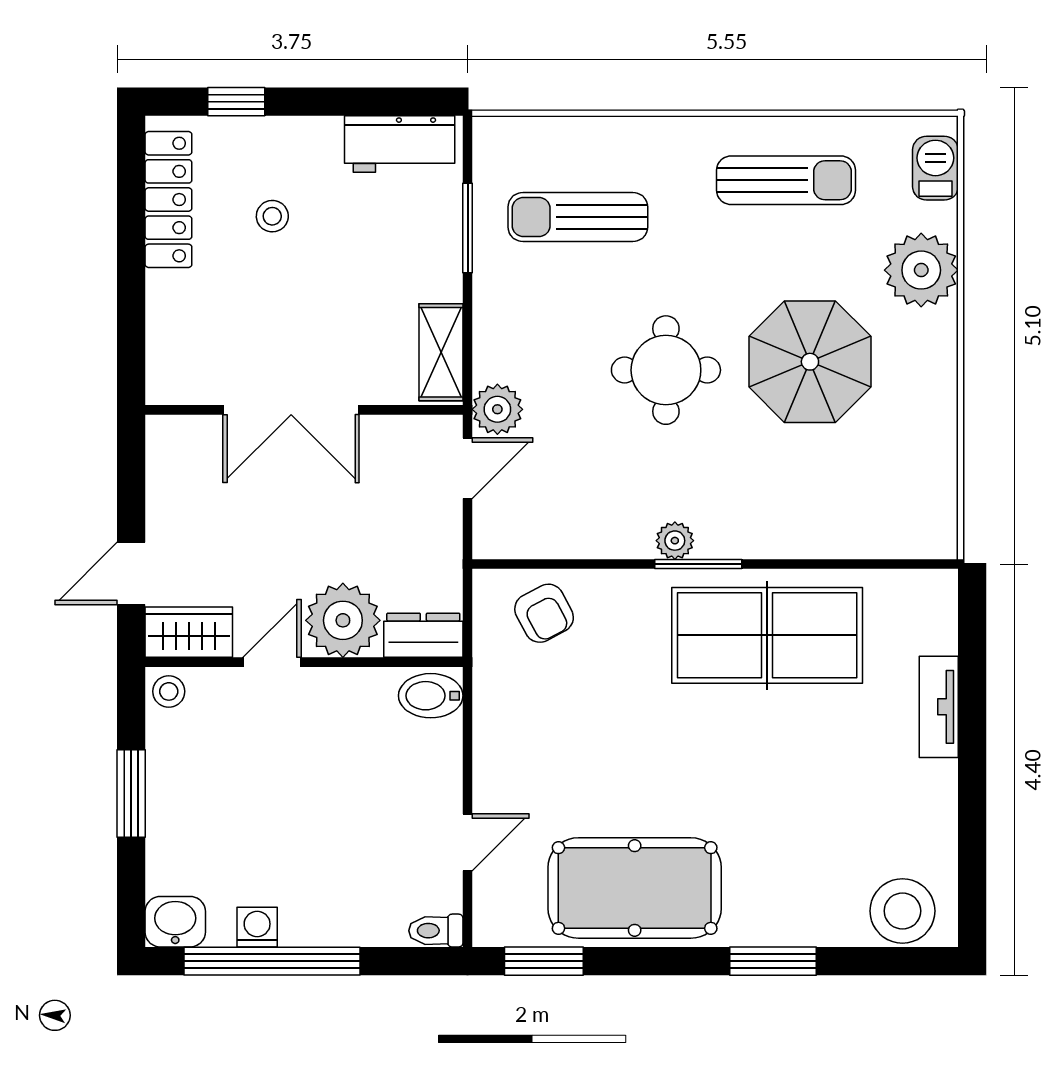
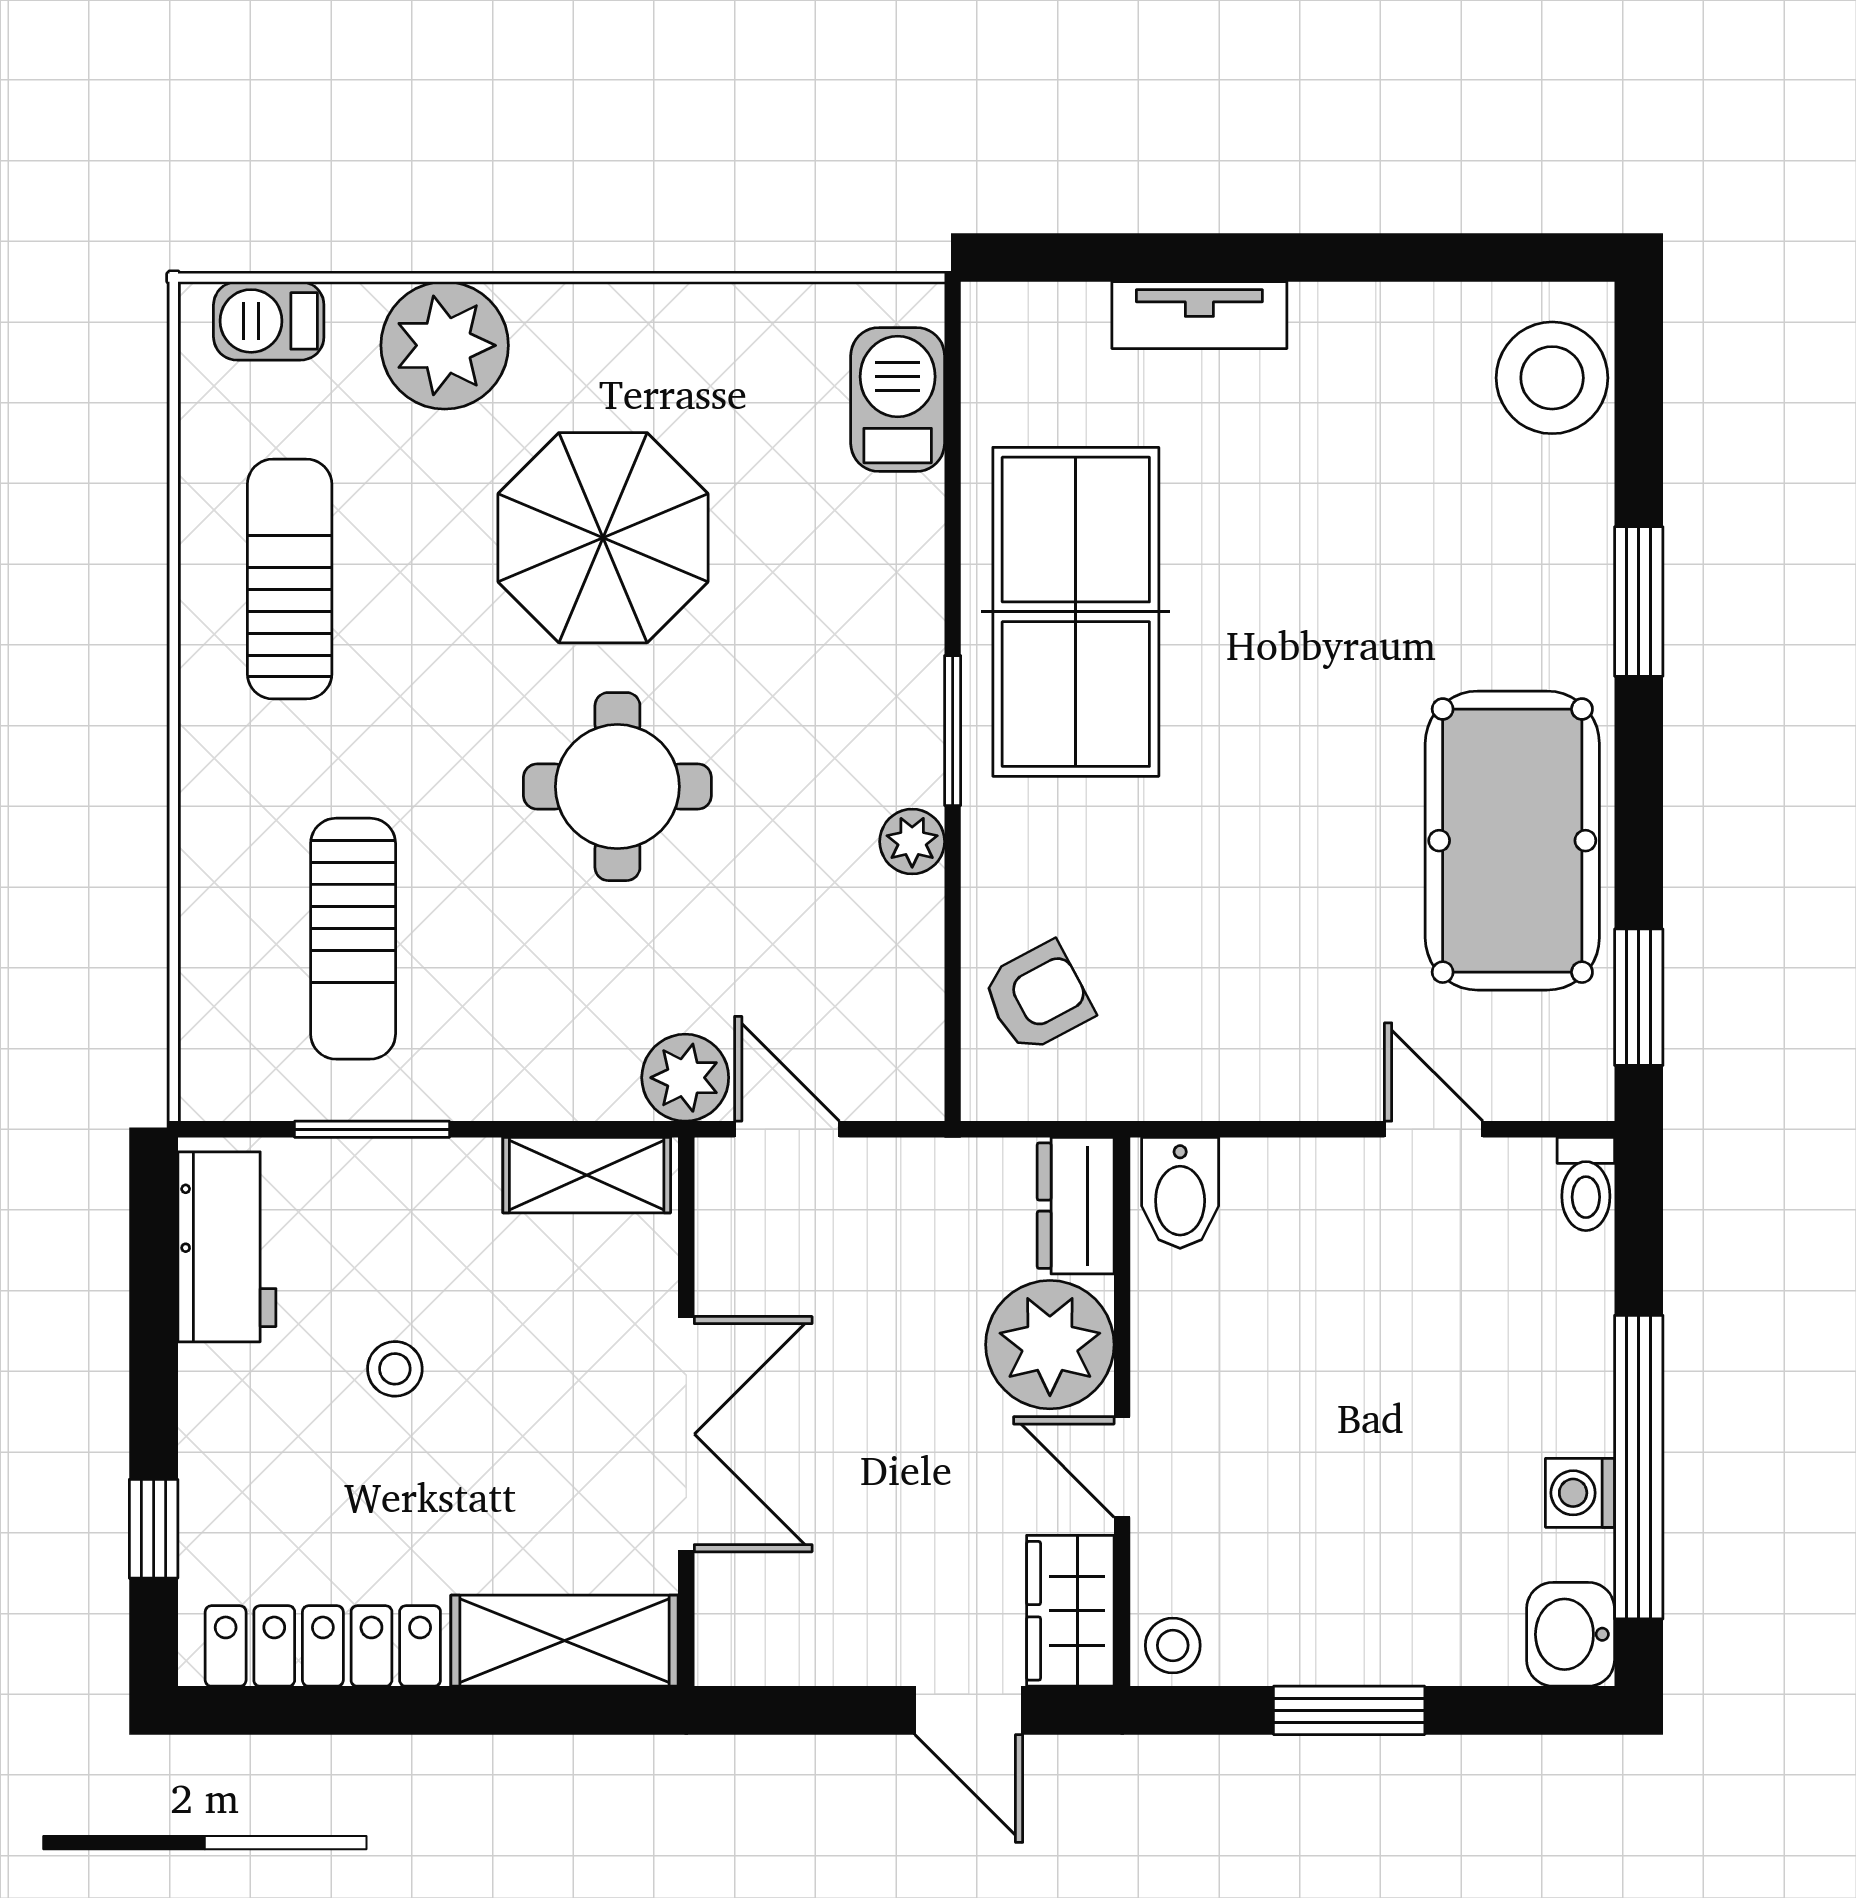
stool: (272, 216) -> (395, 1369), moved
shelving: (172, 339) -> (565, 1641), added
barbecue: (890, 532) -> (898, 400), added
plant: (675, 541) -> (912, 842), moved

